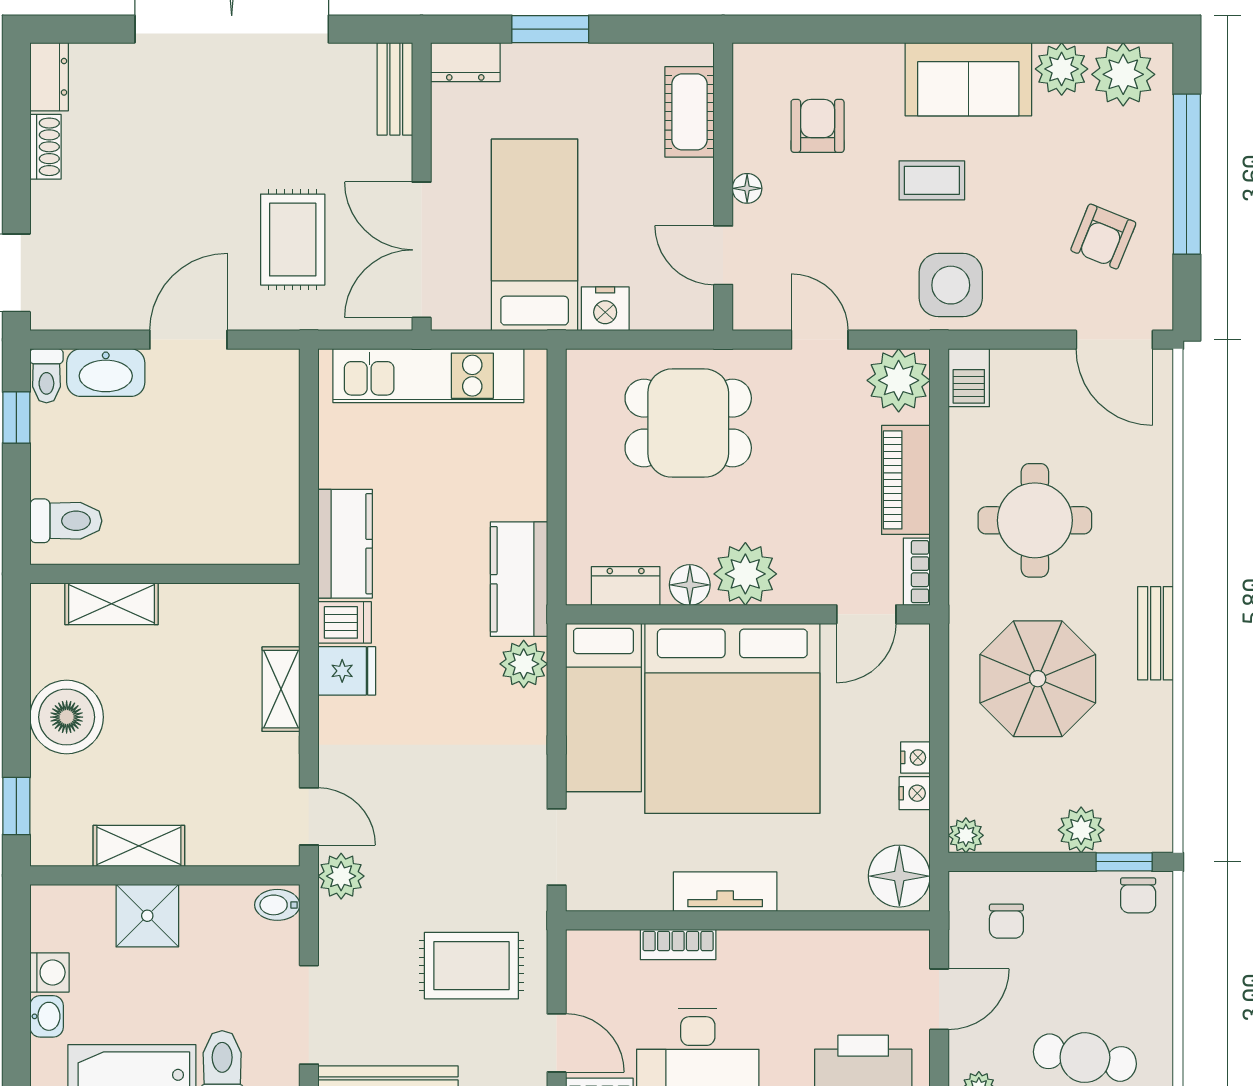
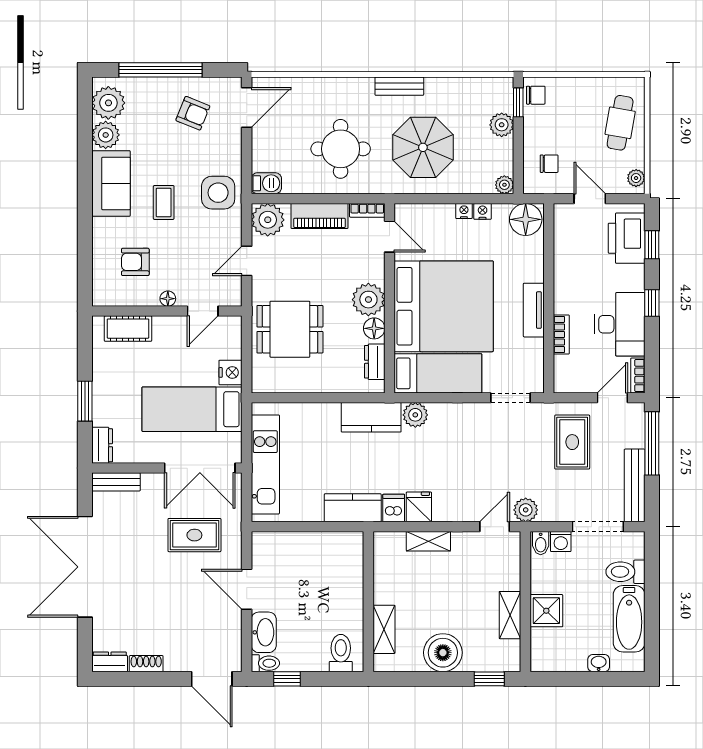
dining table: (688, 423) -> (290, 329), turned 90
washing machine: (49, 972) -> (561, 541), moved, turned 180

